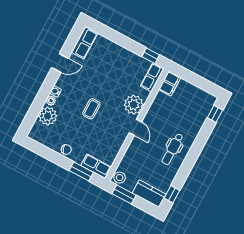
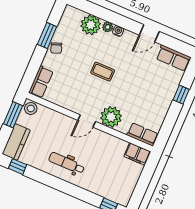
window: (151, 56) -> (181, 95), moved
door: (60, 63) -> (149, 33), hinge flipped
window: (81, 171) -> (47, 36), moved

